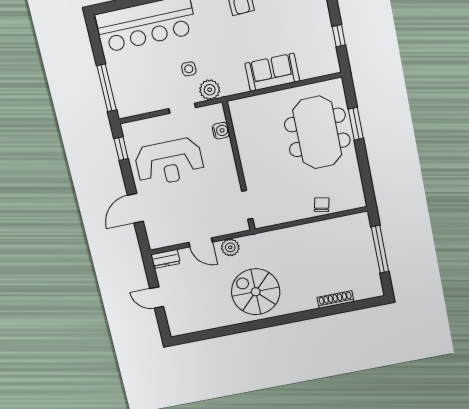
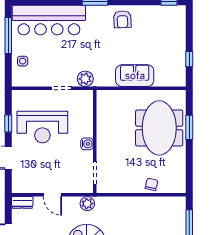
side table: (189, 69) -> (23, 61), moved
window: (107, 88) -> (8, 36), moved
water cooler: (221, 131) -> (87, 144), moved
window: (121, 149) -> (8, 124), moved
plant: (230, 247) -> (87, 204), moved

